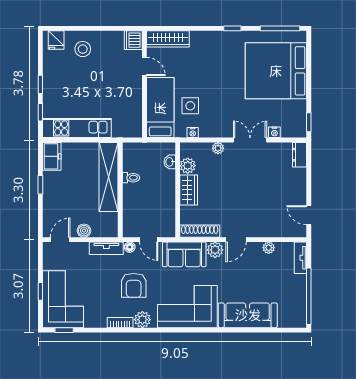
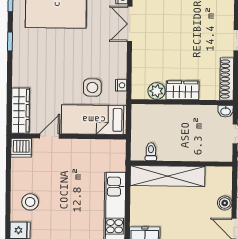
plant: (218, 148) -> (138, 58), removed
washbasin: (170, 162) -> (226, 111), moved
toilet: (131, 178) -> (151, 152), moved

